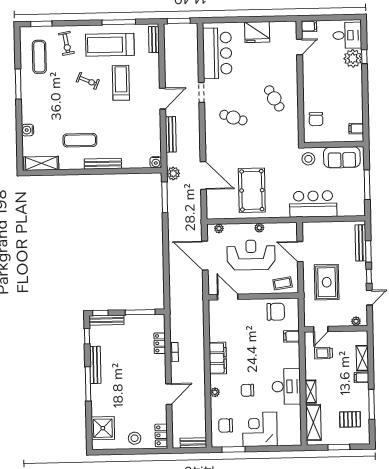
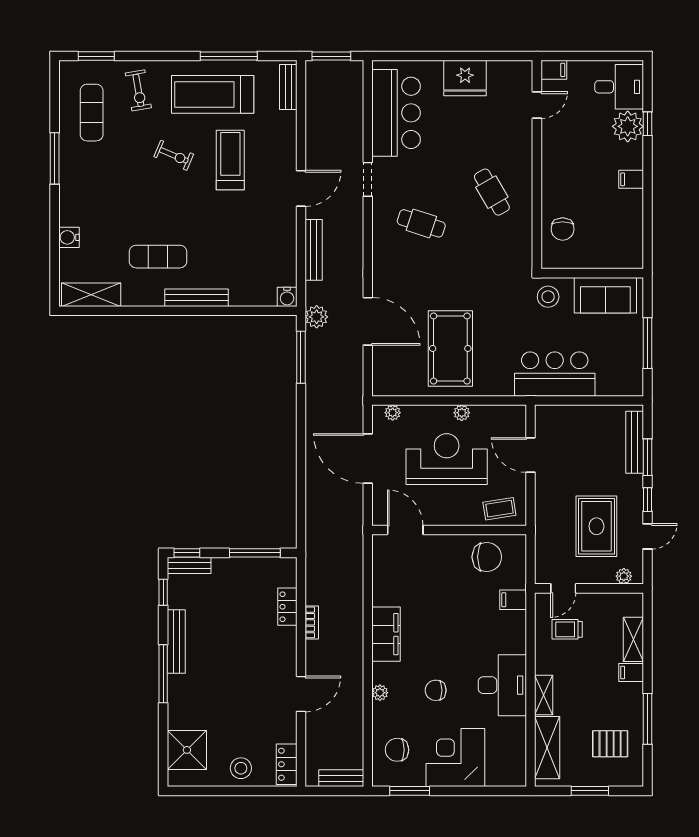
filing cabinet: (356, 129) -> (631, 179), moved
rug: (327, 282) -> (596, 526), moved
bench: (106, 320) -> (189, 565), width x0.73

